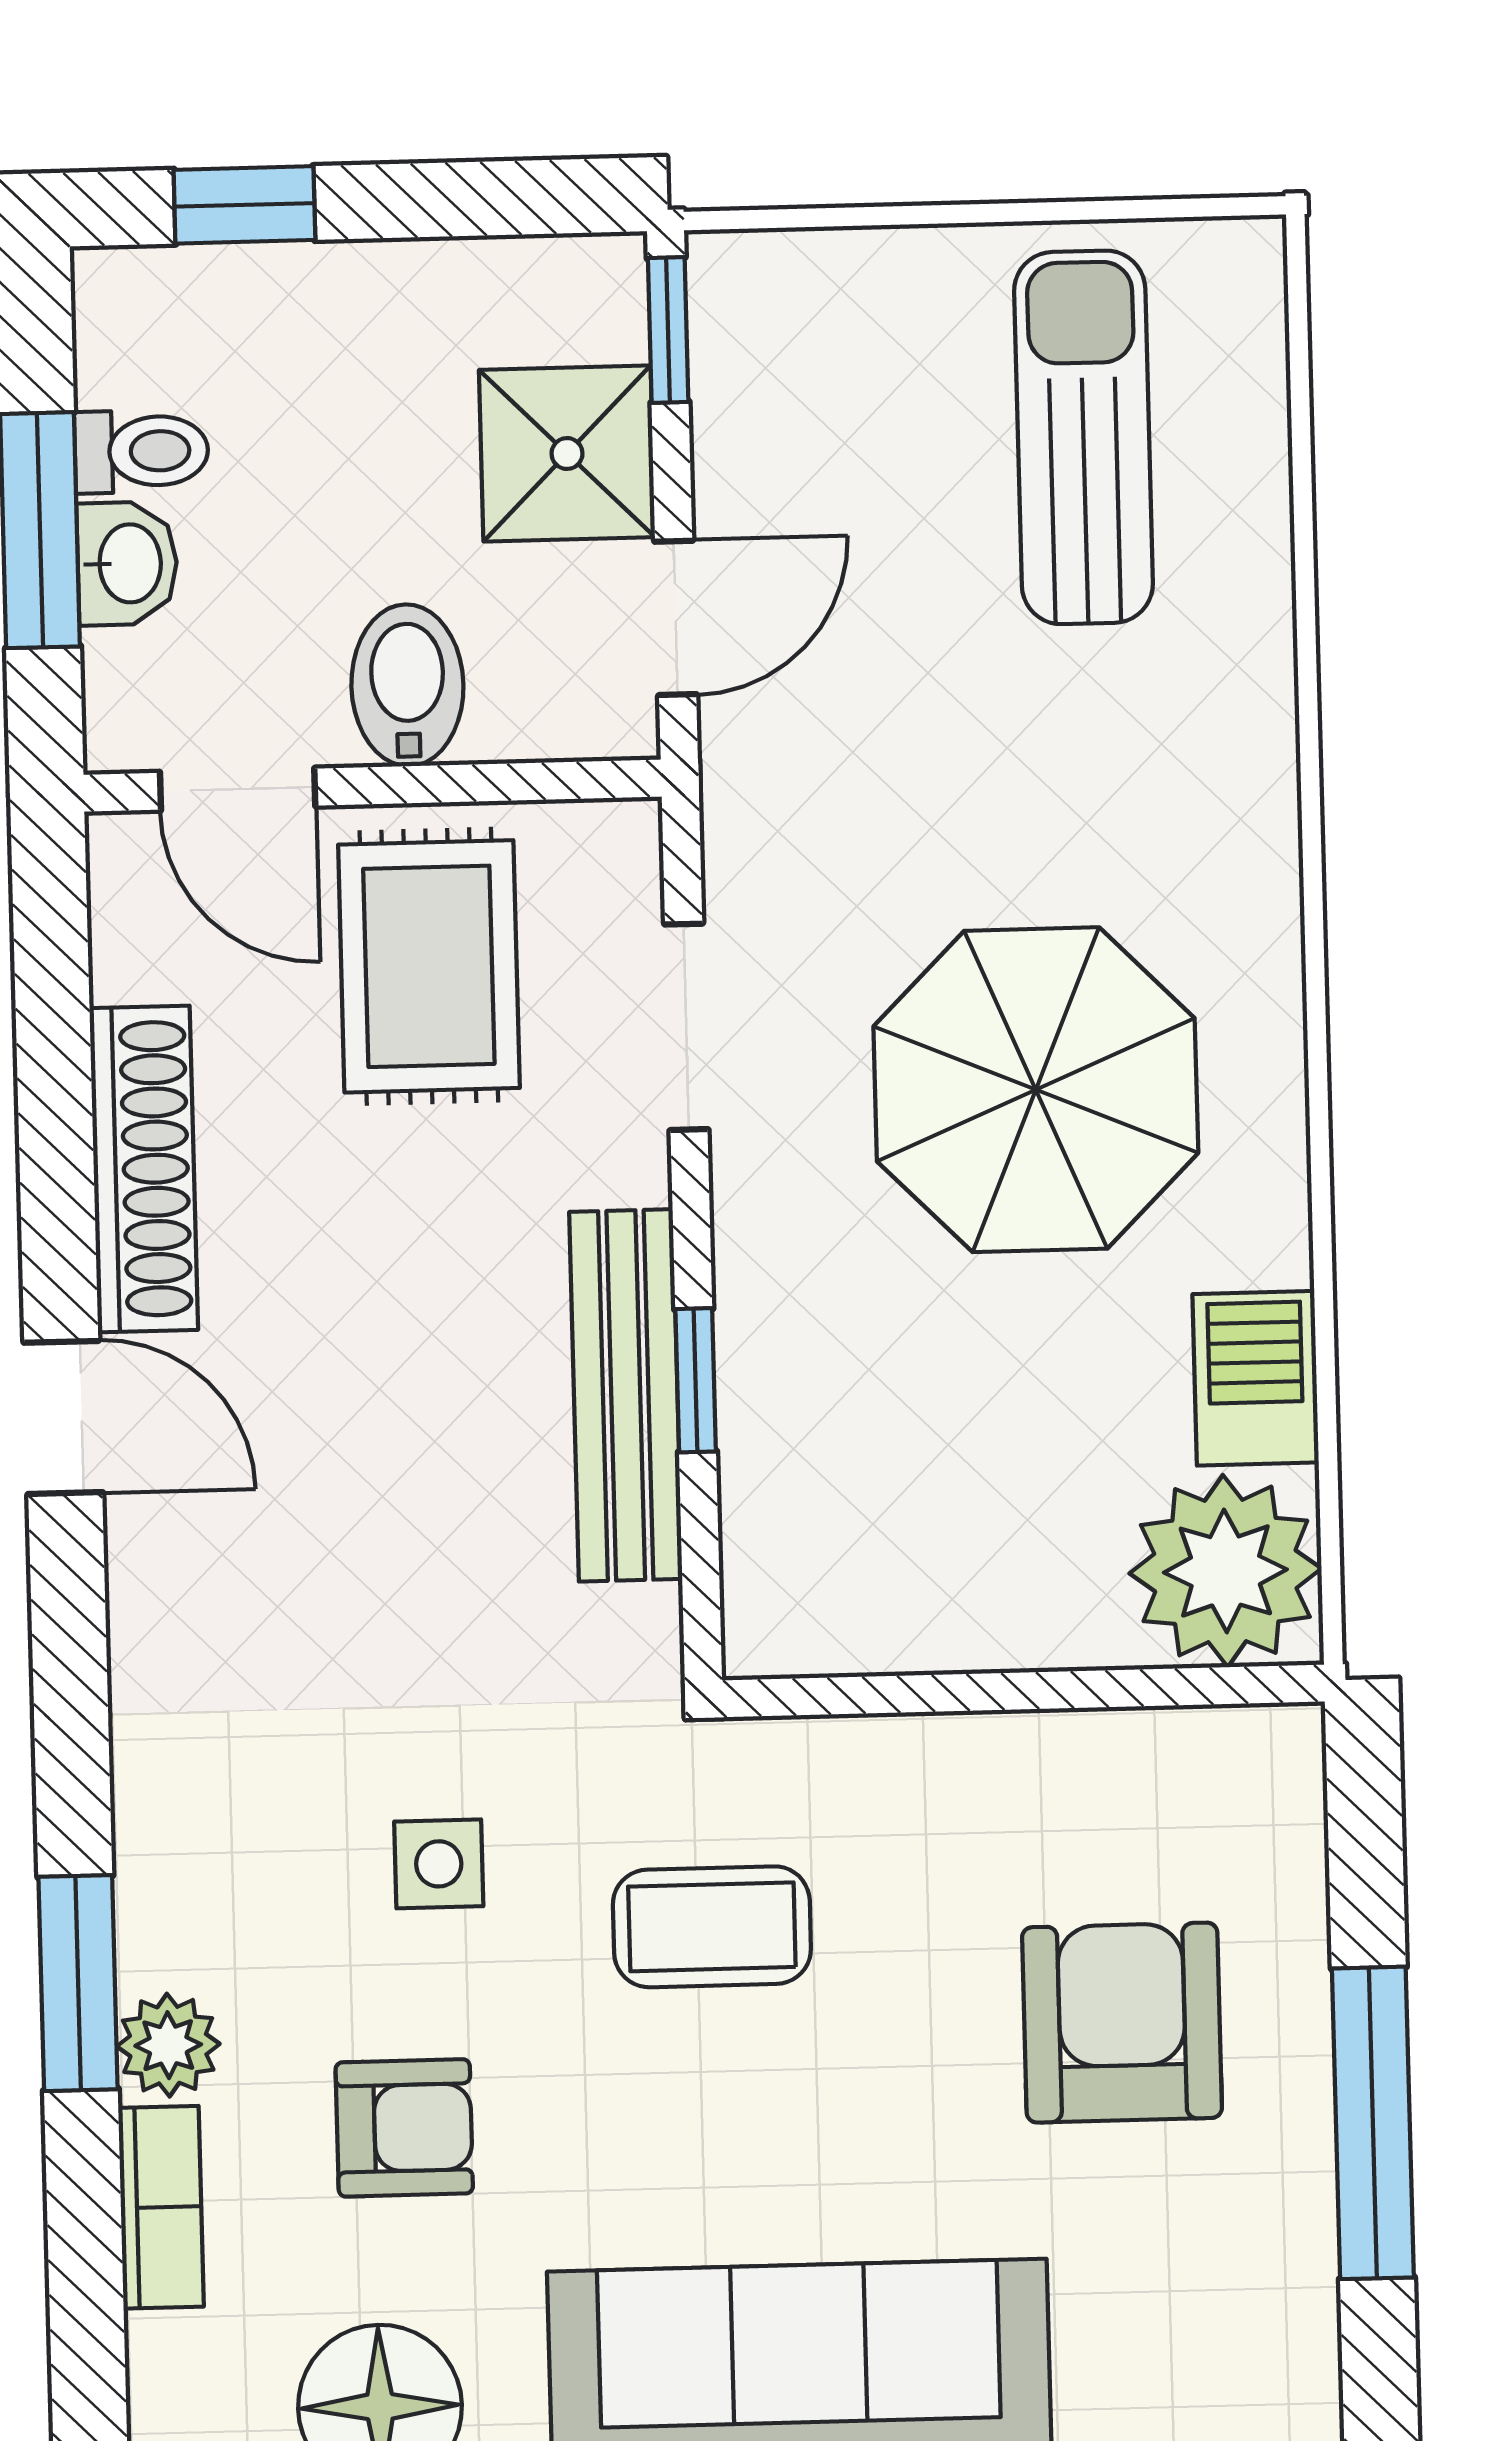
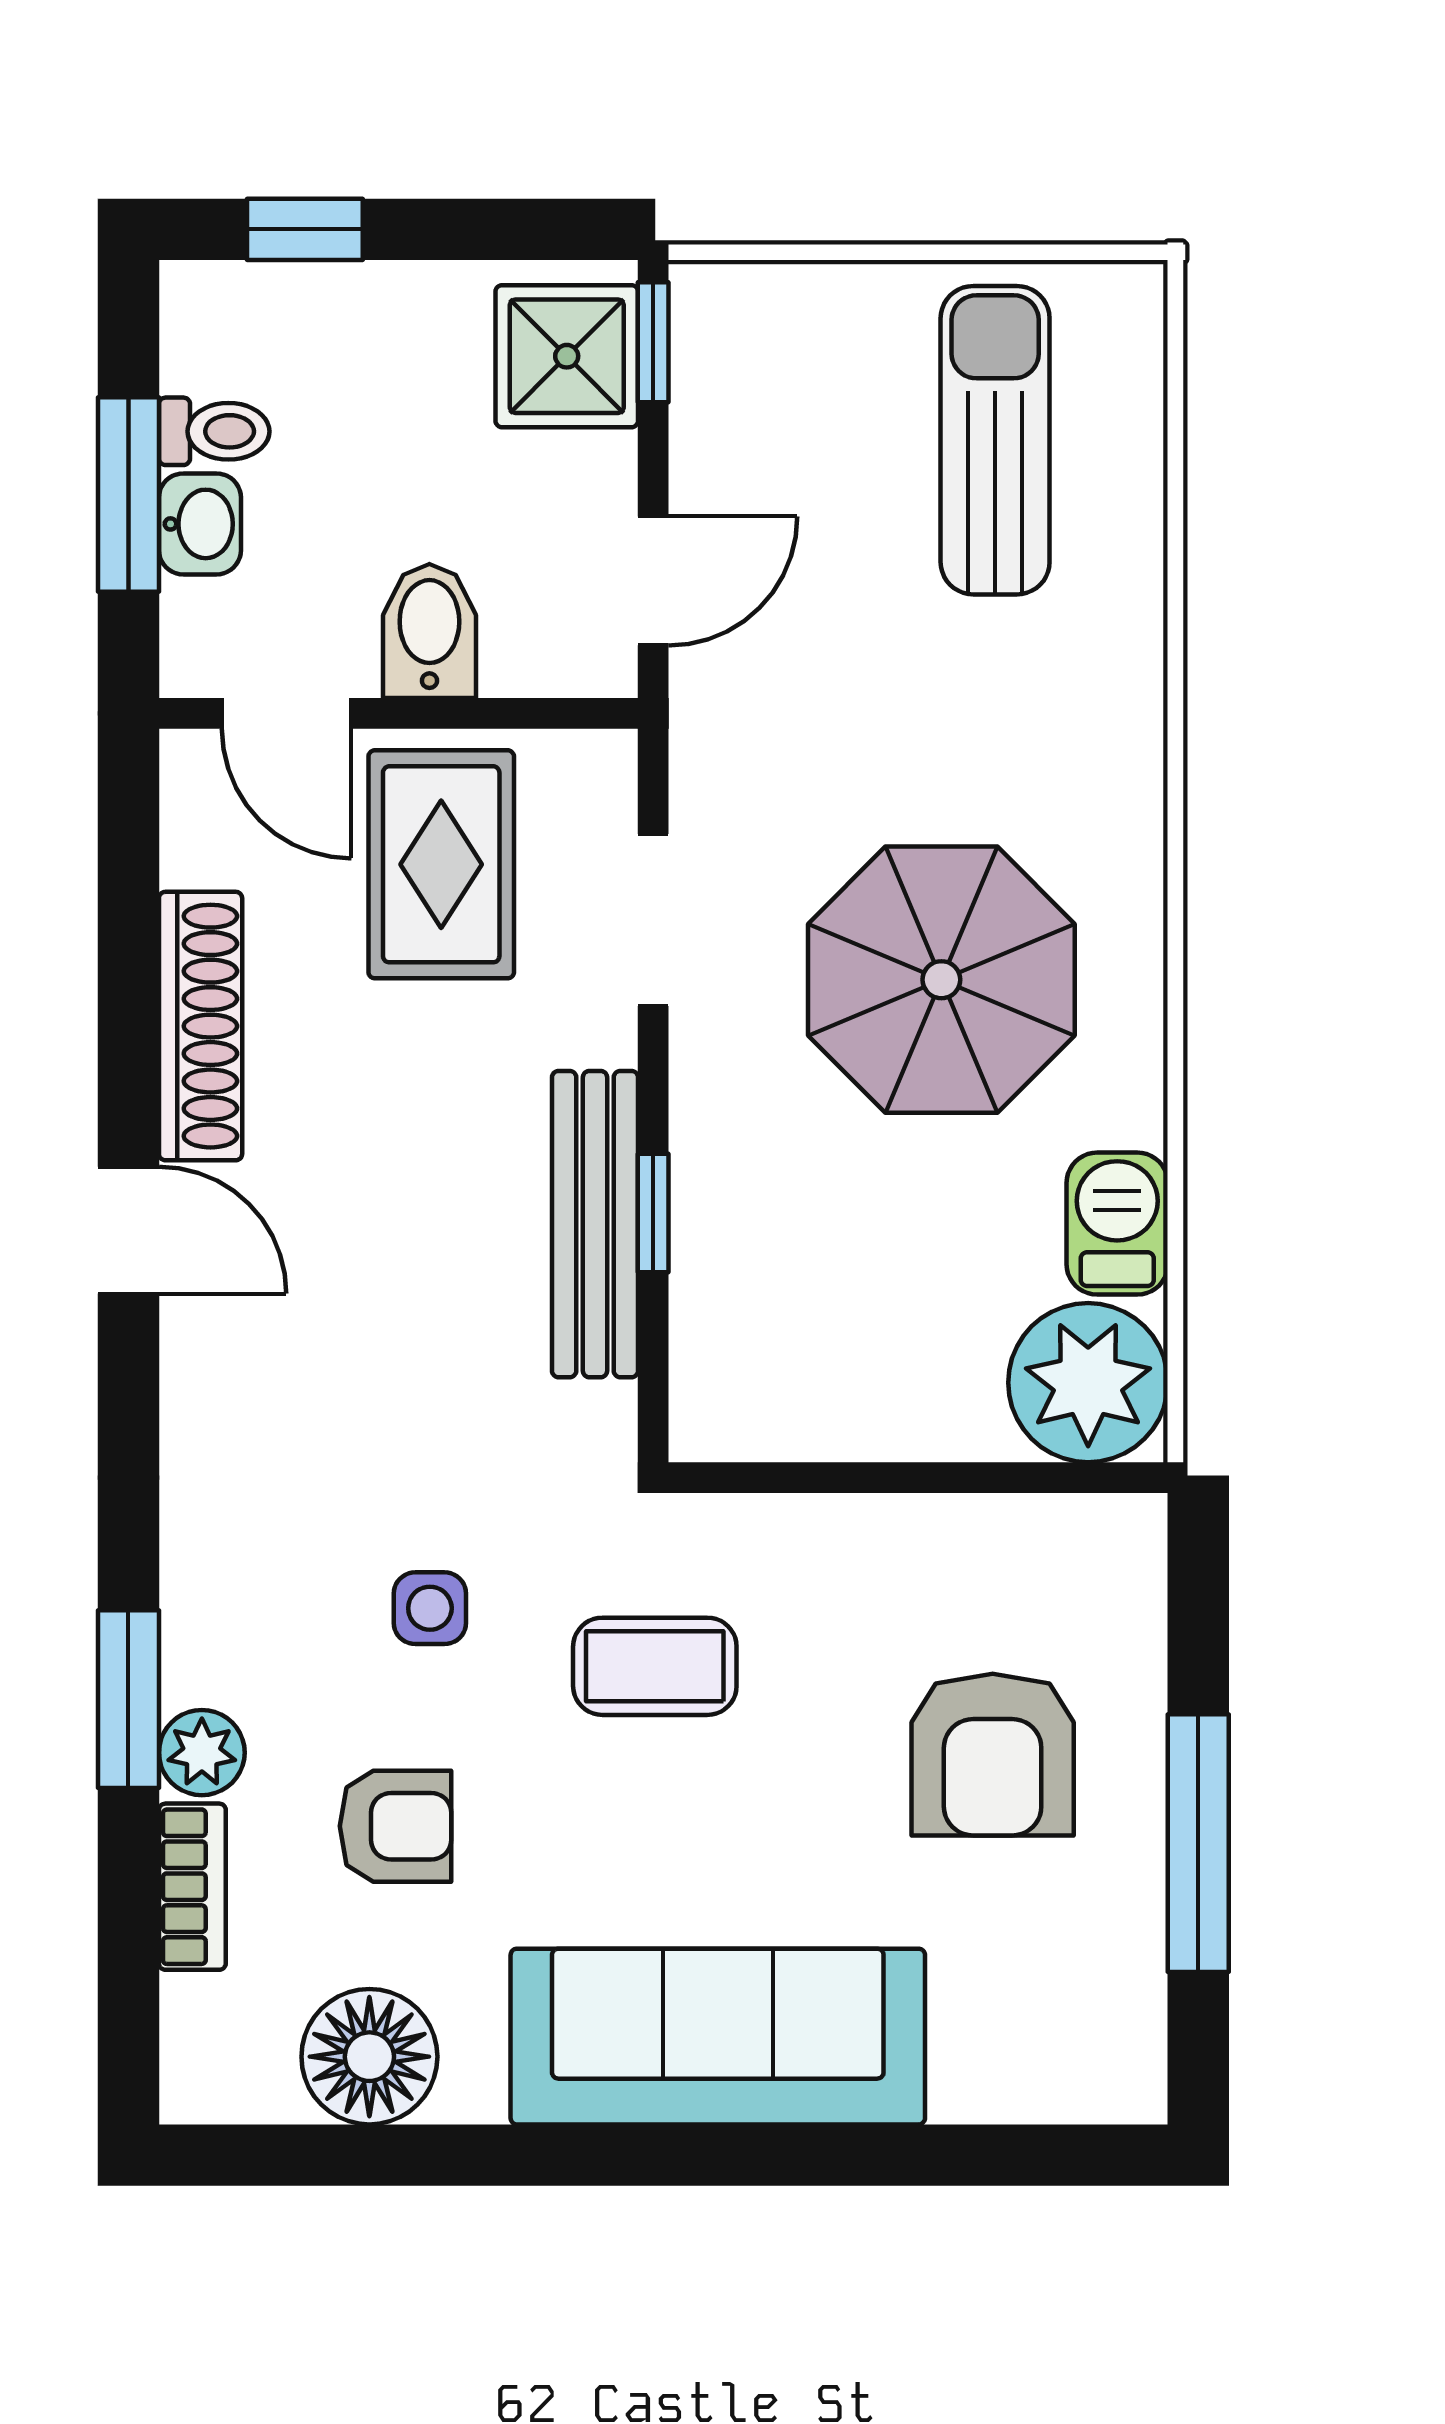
shower: (567, 454) -> (567, 356), moved
armchair: (1122, 2023) -> (993, 1755), turned 180

